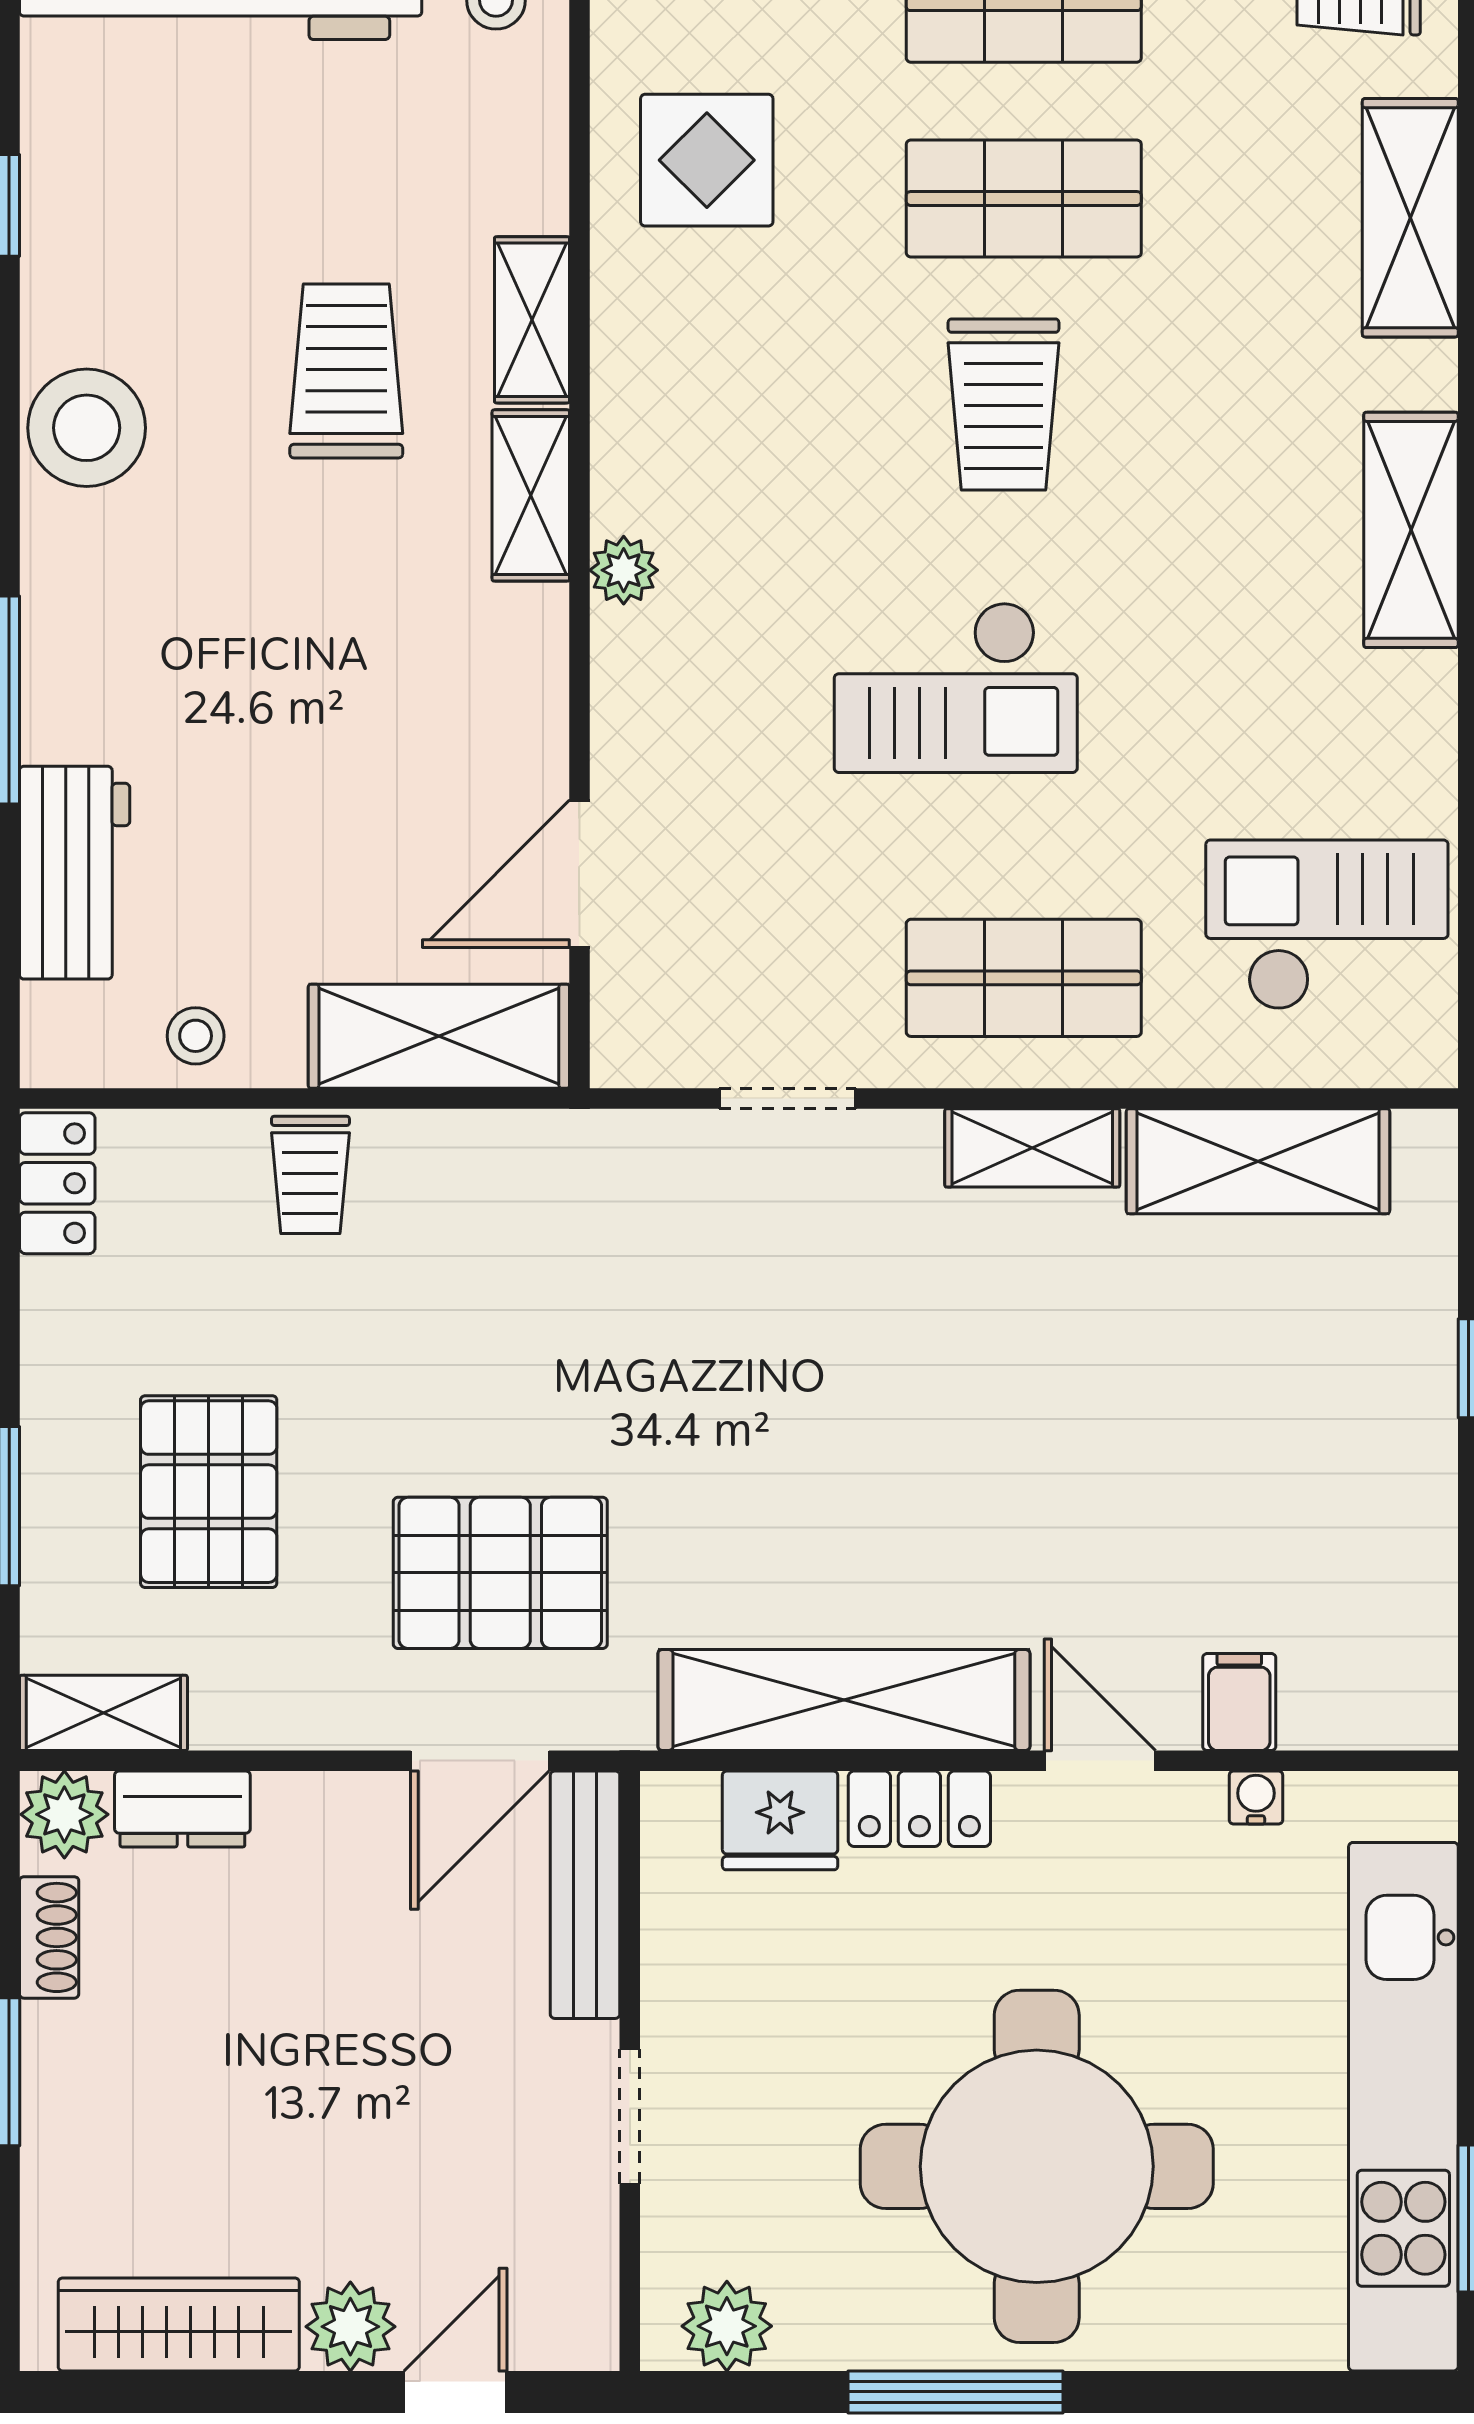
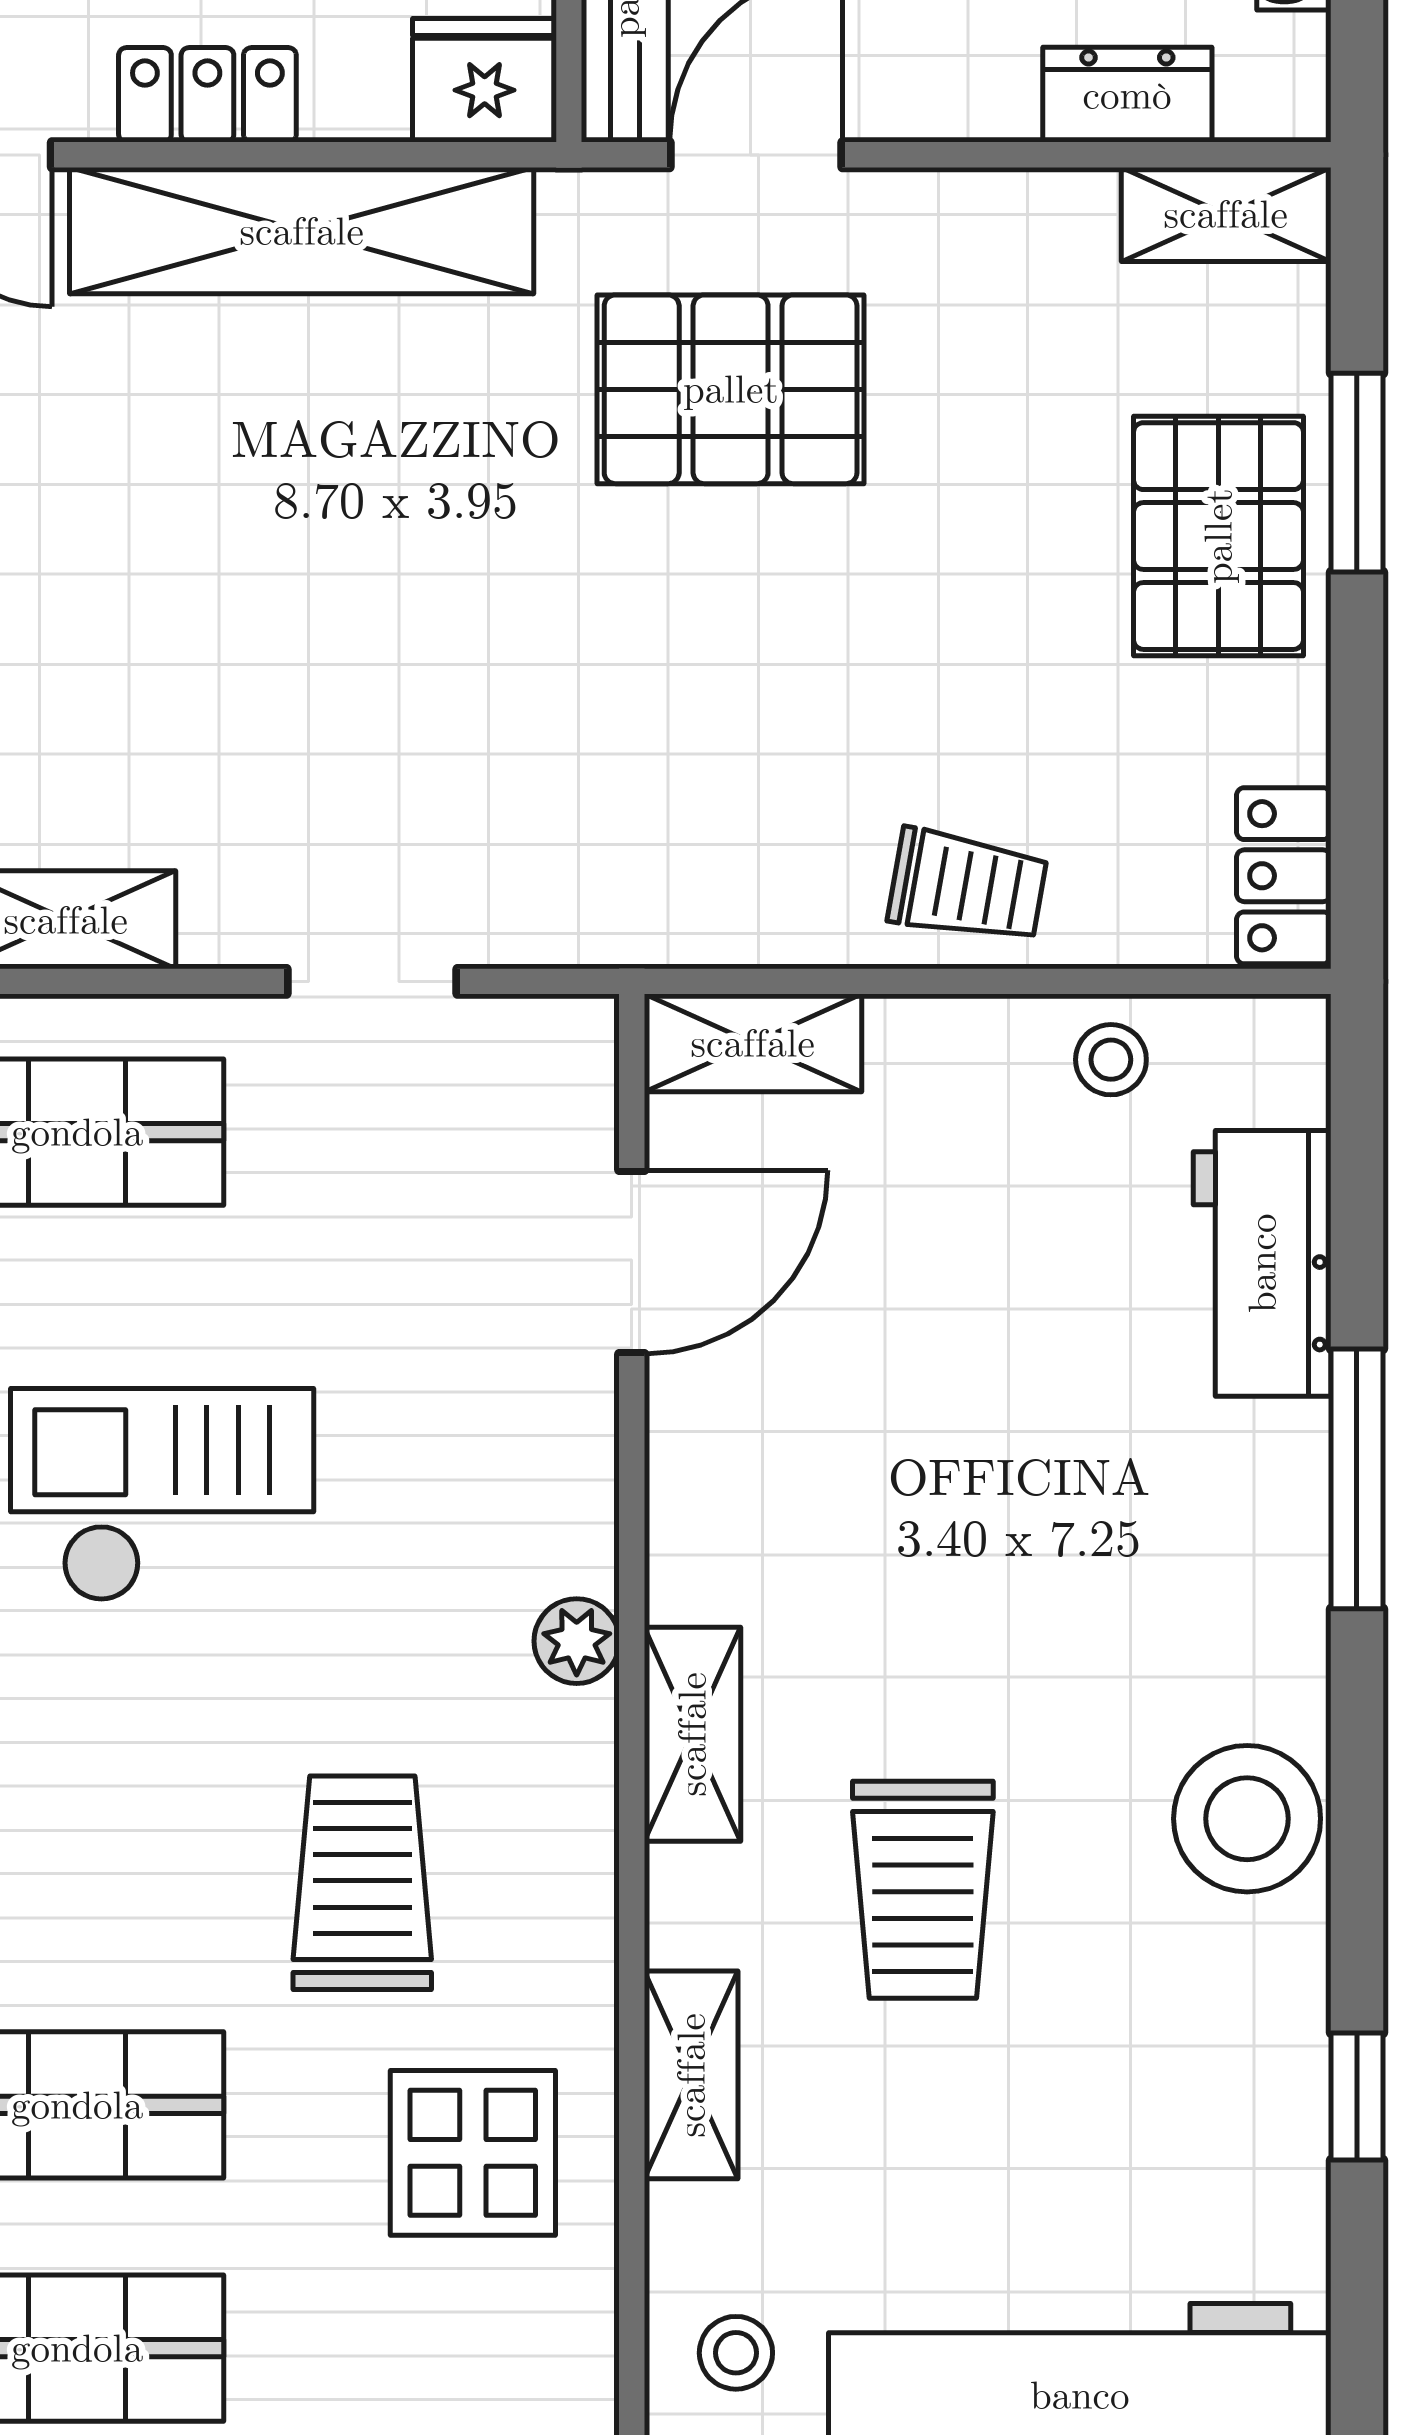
shelving: (532, 320) -> (691, 2075), moved
trolley: (1004, 404) -> (362, 1883), moved
shelving: (439, 1036) -> (753, 1043), width x0.67, depth x0.75
trolley: (310, 1175) -> (968, 886), turned 100
pallet: (209, 1492) -> (1218, 536), moved
plant: (64, 1814) -> (1275, 88), removed
fridge: (780, 1820) -> (485, 80), moved

